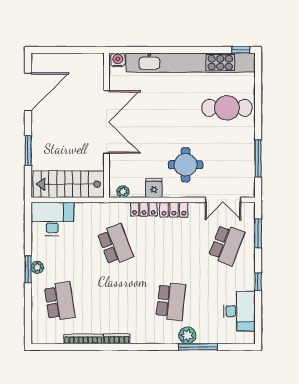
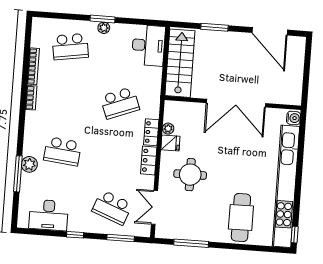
plant: (123, 192) -> (168, 129), moved

